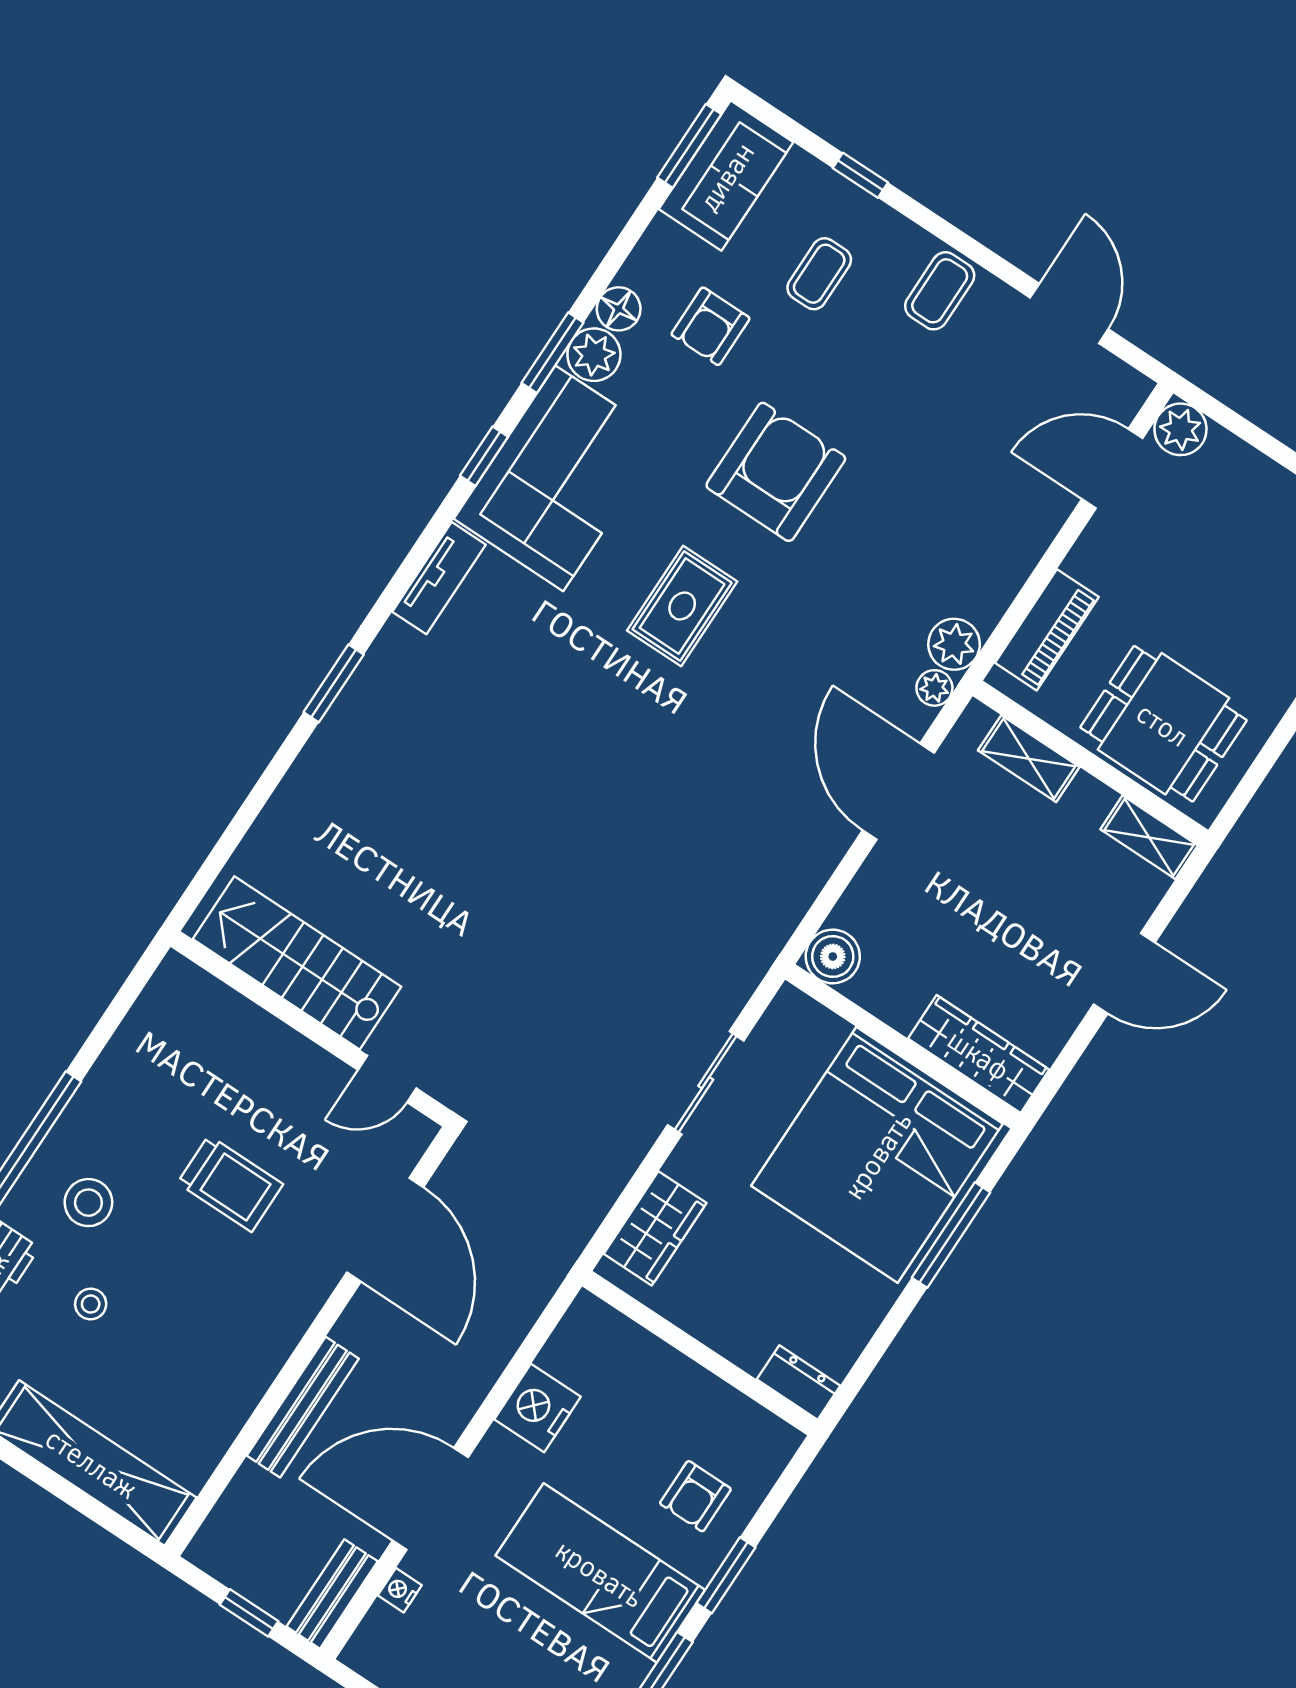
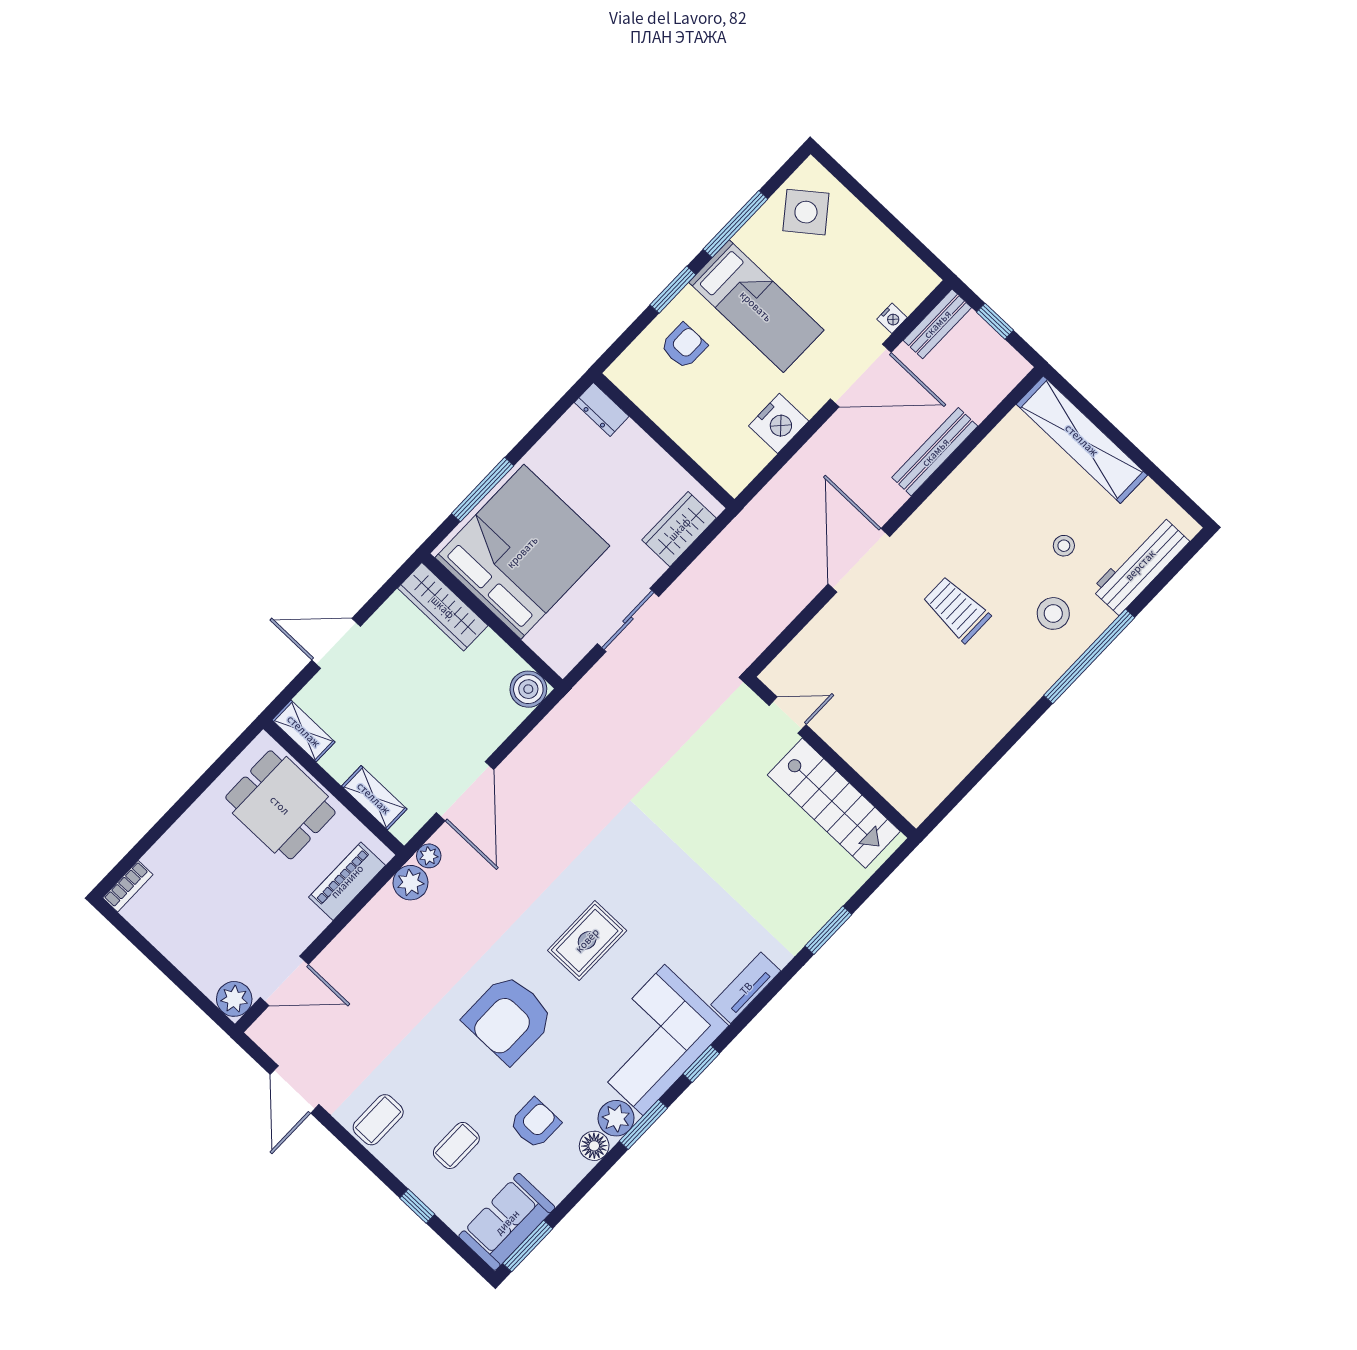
stairs: (297, 963) -> (834, 803), moved
wall: (311, 1029) -> (832, 757), moved
door: (387, 1079) -> (788, 715), moved

